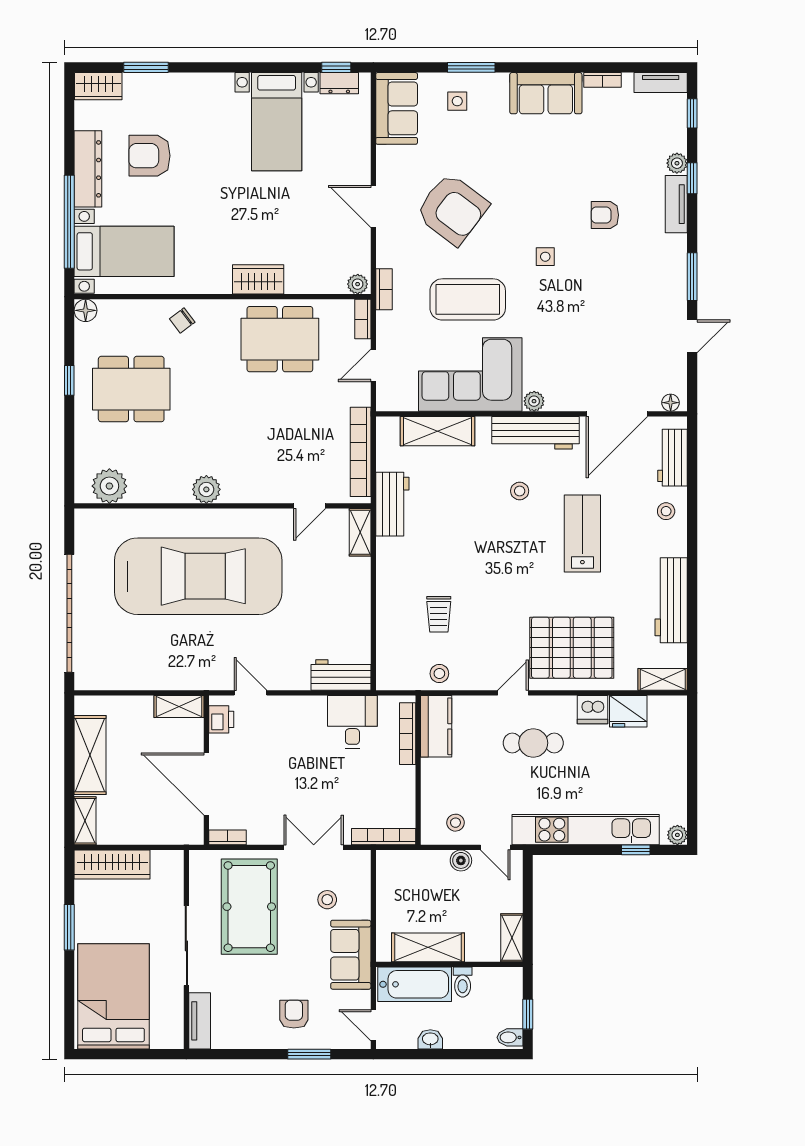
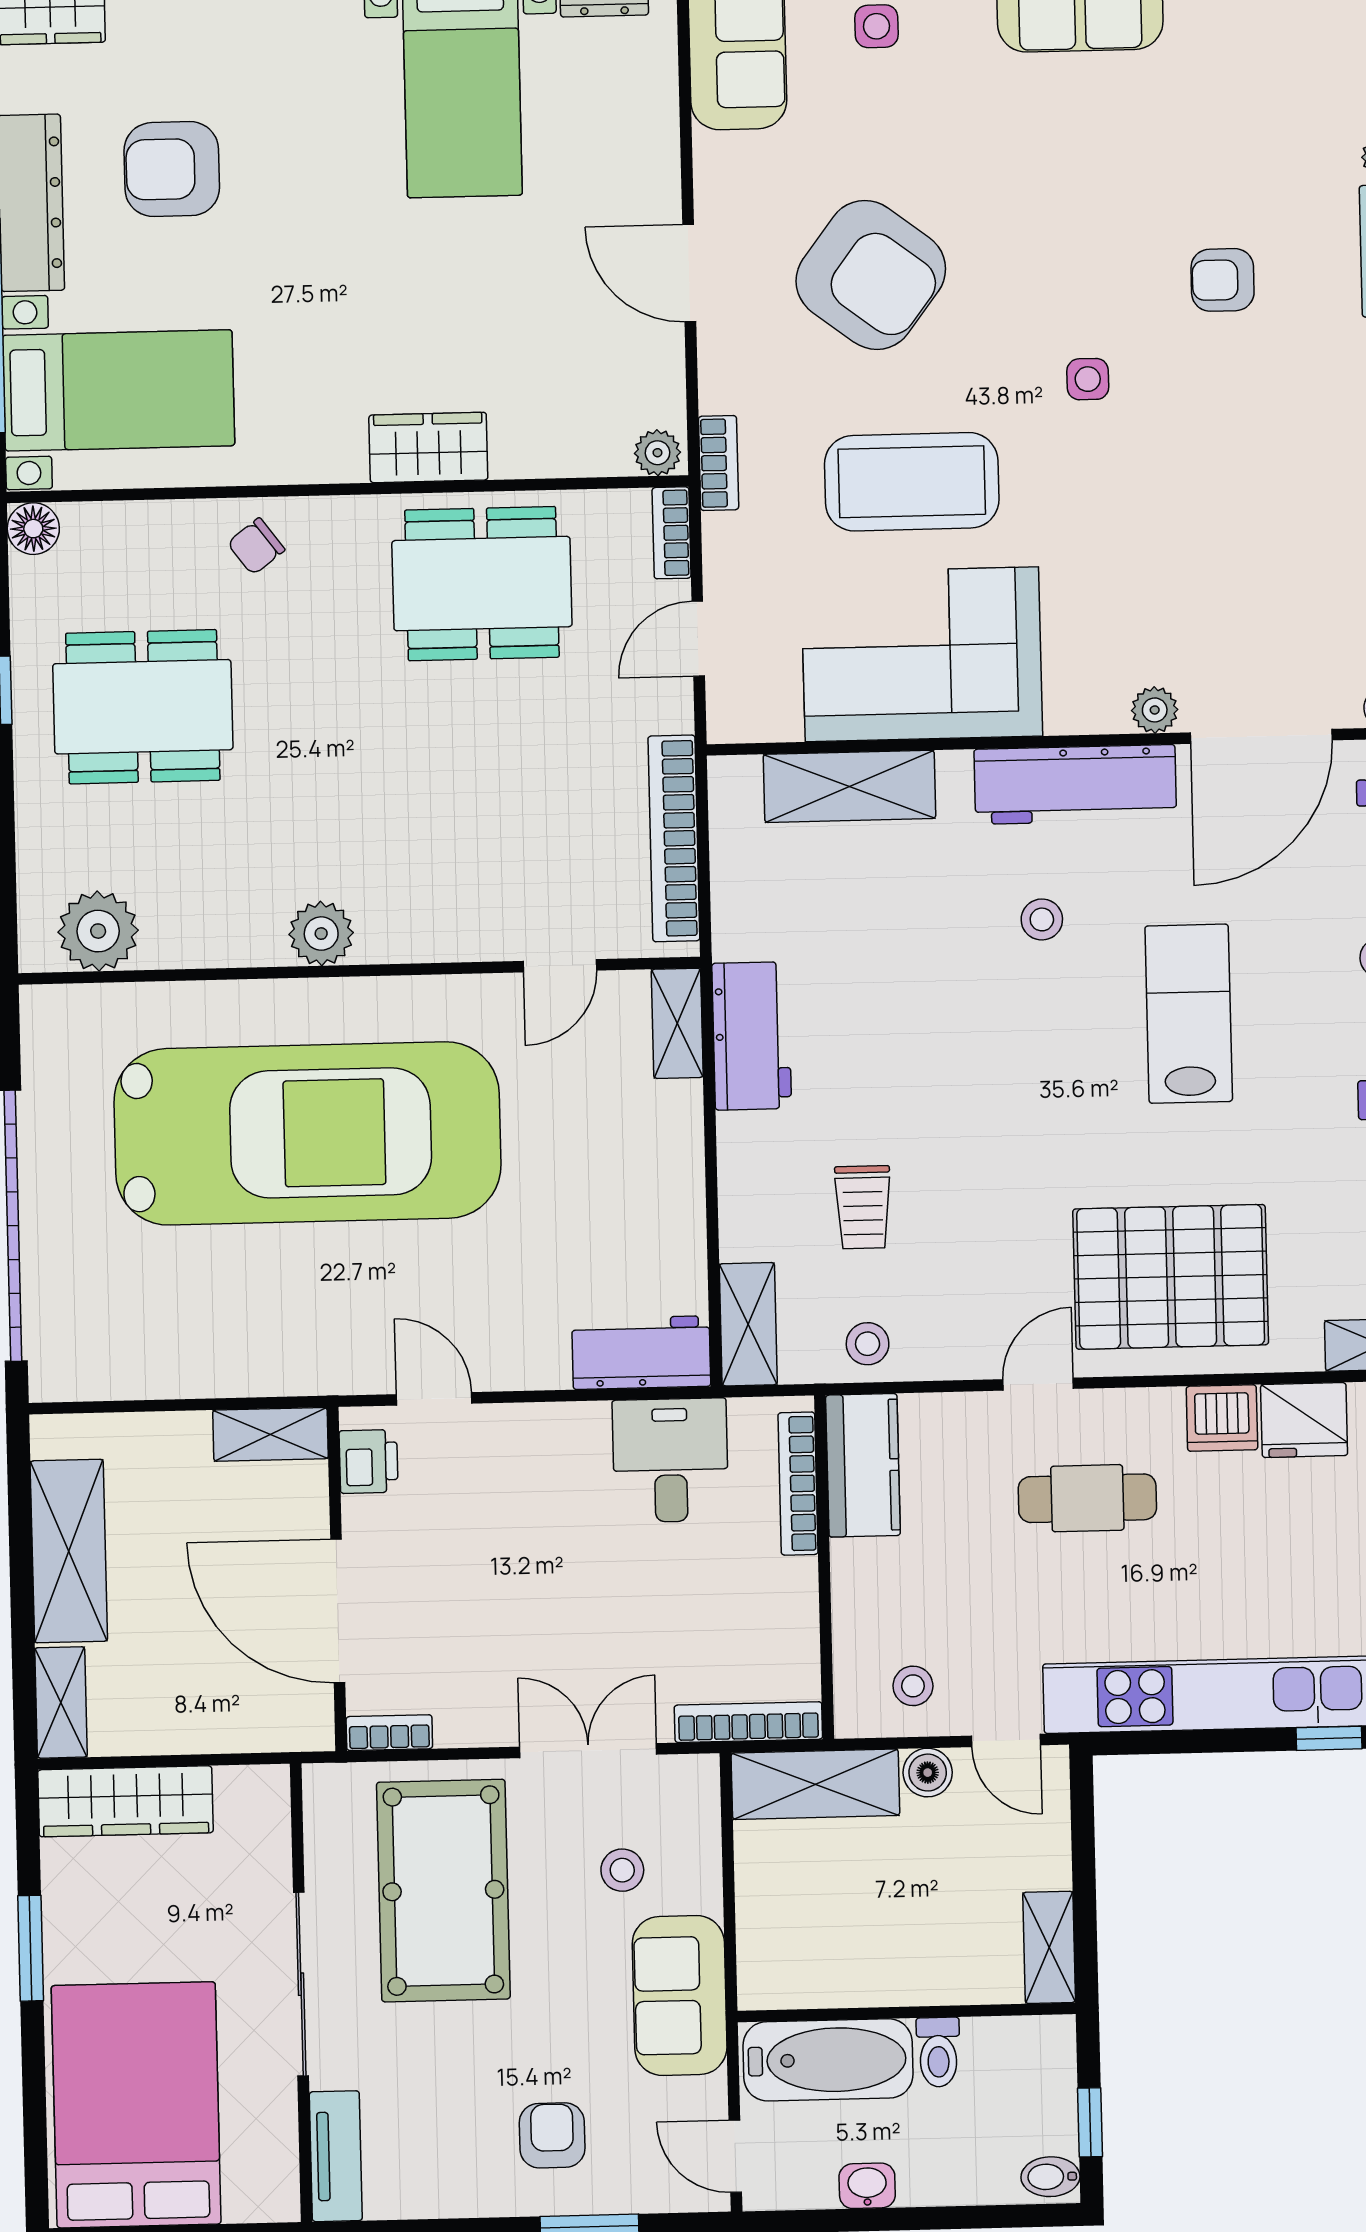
plant: (534, 401) -> (1155, 710), moved
workbench: (392, 504) -> (752, 1036), moved
shelving: (388, 664) -> (748, 1324), added
shelving: (428, 947) -> (815, 1784), moved

